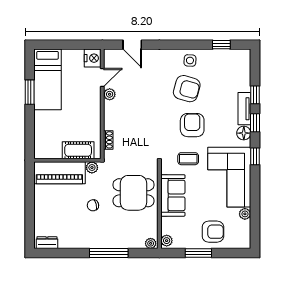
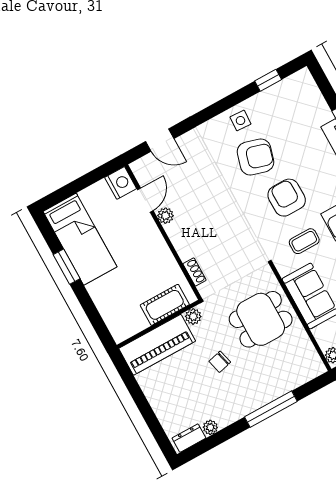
plant: (151, 243) -> (210, 427), moved

